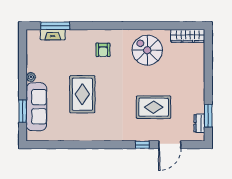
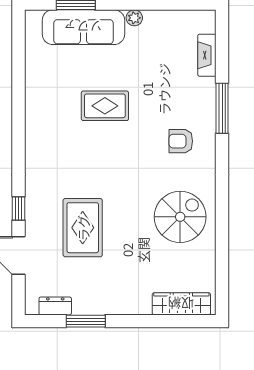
window: (55, 26) -> (222, 108), moved
wardrobe: (188, 36) -> (181, 304), moved, turned 90
rug: (82, 94) -> (105, 106), width x0.73, depth x0.70
window: (208, 116) -> (86, 321), moved

